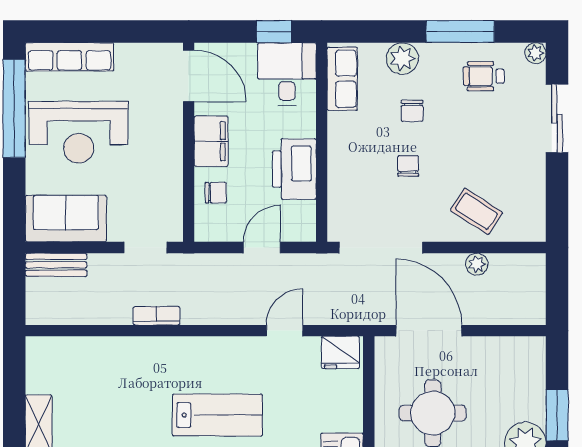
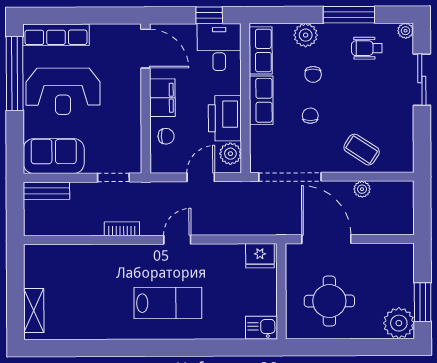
row of seats: (343, 145) -> (261, 100), added
plant: (301, 216) -> (230, 154), added
door: (285, 331) -> (177, 240), moved

